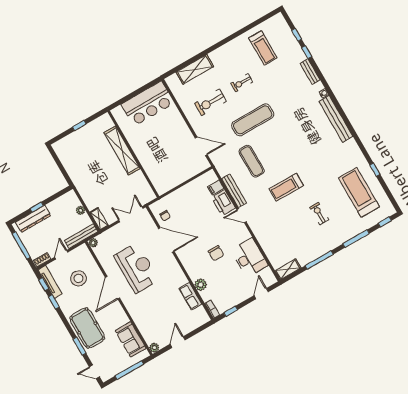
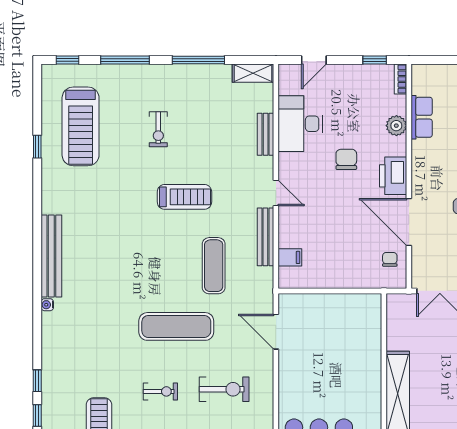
bench: (310, 72) -> (266, 134), moved
printer: (223, 203) -> (393, 176), moved, turned 180

